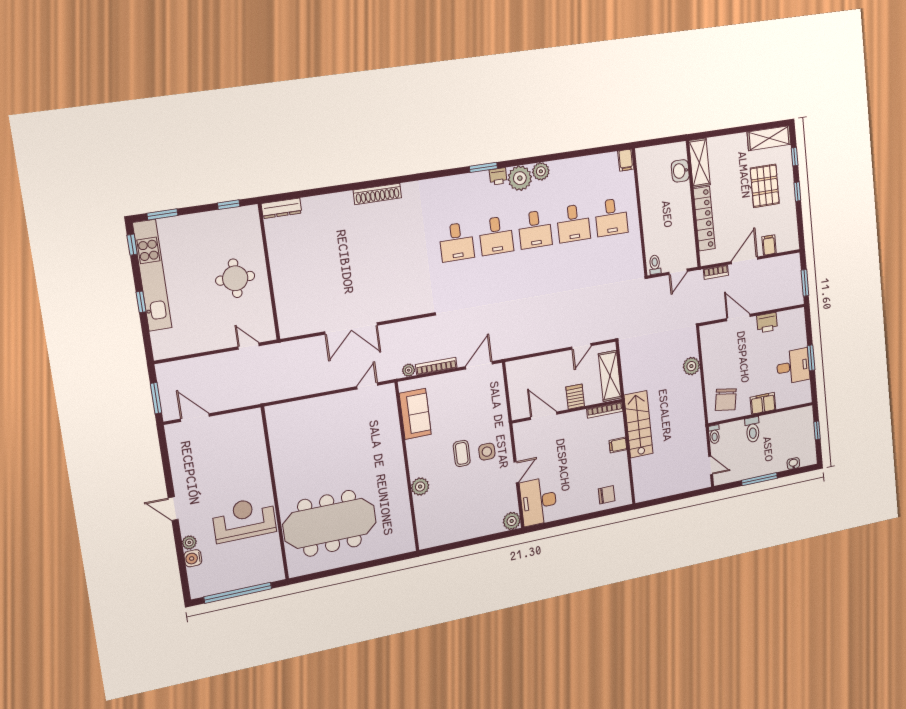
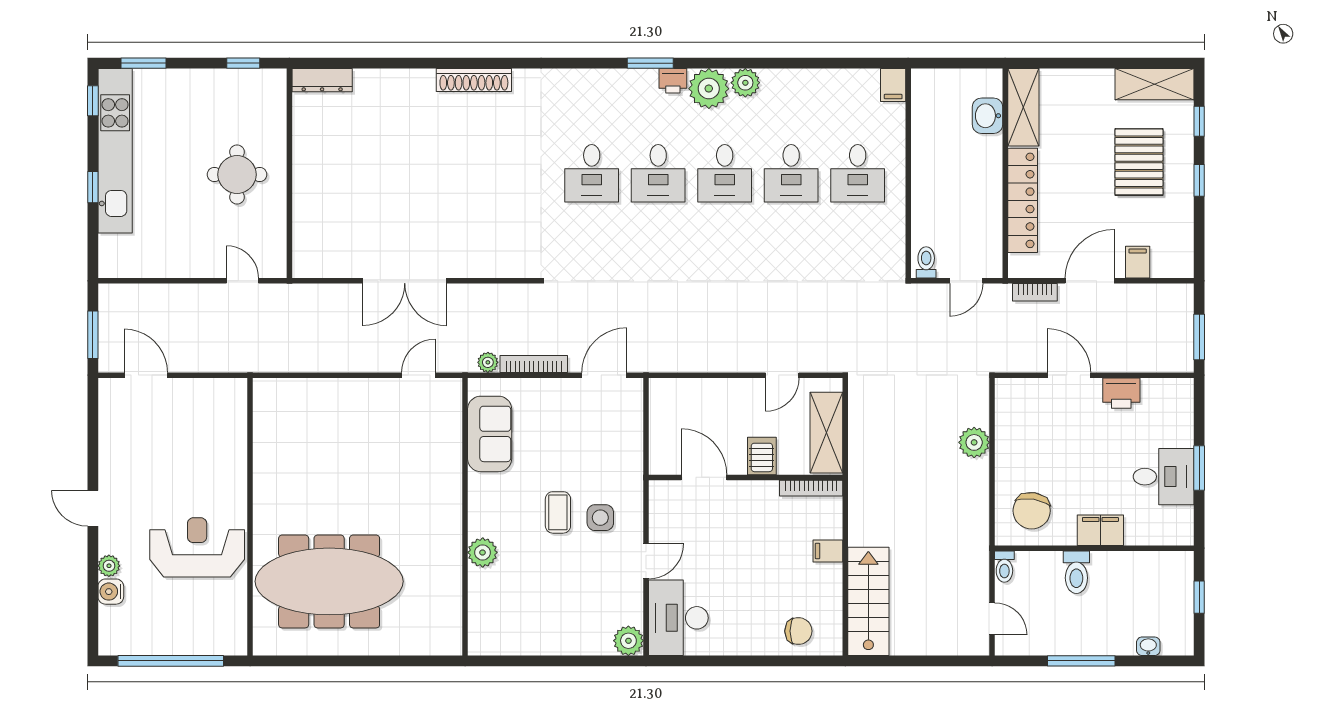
stairs: (639, 424) -> (868, 601), moved

